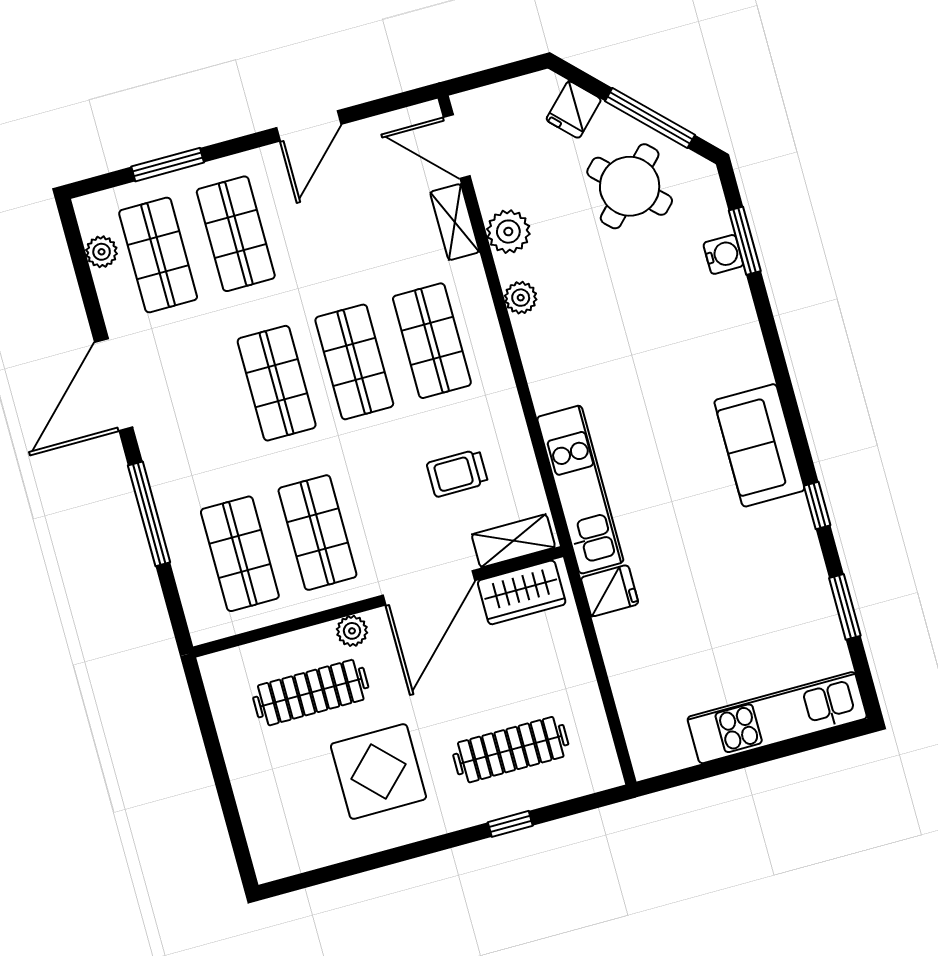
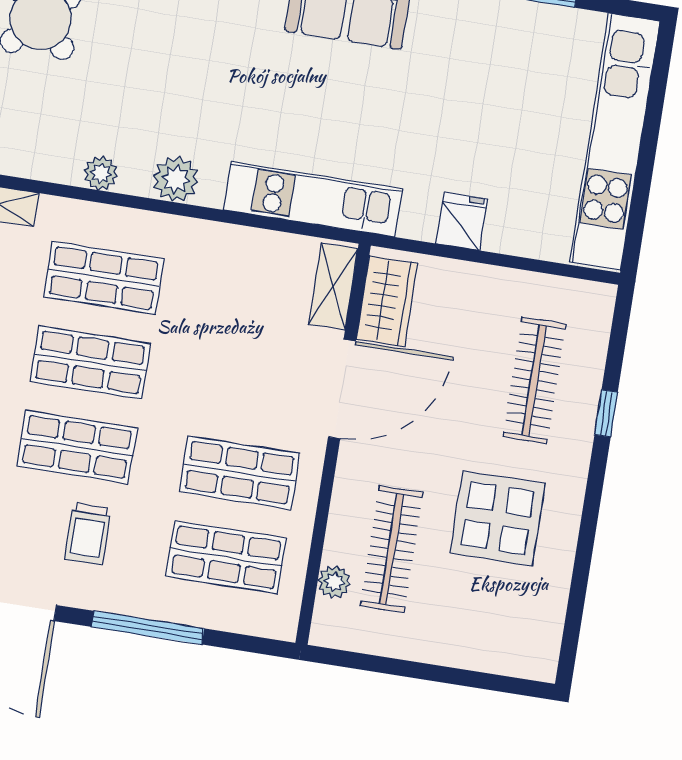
plant: (508, 232) -> (176, 179), moved
trolley: (457, 473) -> (88, 534), moved
door: (429, 588) -> (342, 389), hinge flipped
fridge: (610, 591) -> (462, 221), moved
plant: (352, 631) -> (334, 582), moved
kitchen unit: (777, 718) -> (615, 142), width x1.36

